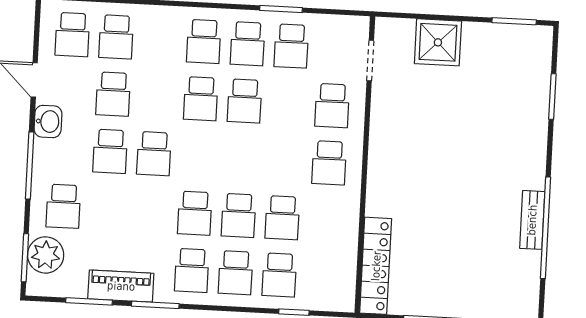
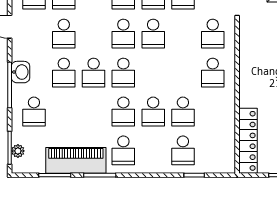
washbasin: (48, 121) -> (21, 72), moved
plant: (46, 255) -> (18, 151), width x0.53, depth x0.53
school desk: (235, 273) -> (123, 73), moved
piano: (121, 286) -> (76, 160), width x1.37, depth x1.33

